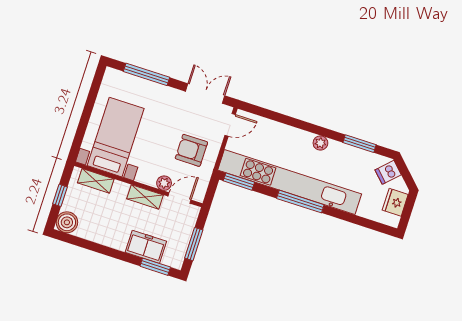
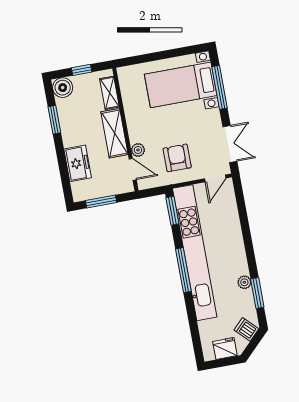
door: (230, 125) -> (215, 178), hinge flipped
bed with nightstands: (116, 137) -> (181, 85), moved, turned 180
plant: (320, 143) -> (244, 282), moved
shelving: (145, 197) -> (114, 133), width x1.50, depth x1.33
window: (155, 267) -> (54, 120), moved

